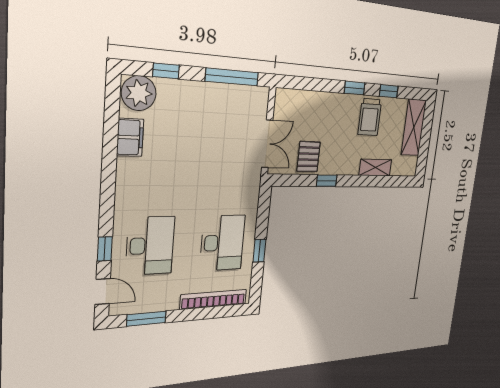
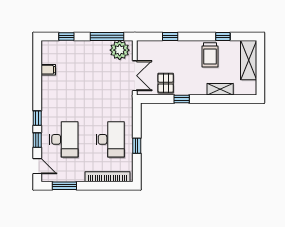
window: (355, 88) -> (170, 36), moved
plant: (139, 93) -> (120, 50), moved
filing cabinet: (130, 137) -> (48, 70), width x0.50
window: (107, 212) -> (37, 118), added

